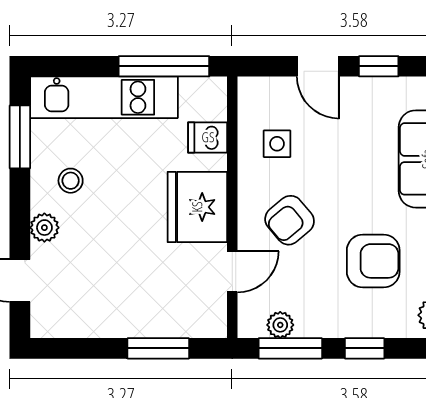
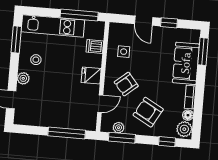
fridge: (197, 207) -> (91, 75), width x0.53, depth x0.75
armchair: (373, 261) -> (148, 112), moved, turned -151
window: (158, 348) -> (67, 133), width x1.44
window: (365, 348) -> (167, 142), moved

